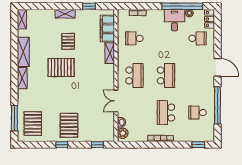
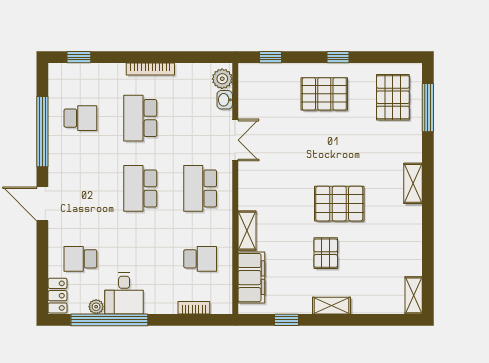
shelving: (23, 52) -> (411, 233), removed
school desk: (166, 113) -> (140, 118), turned 180
pallet: (69, 125) -> (324, 94), turned 90

